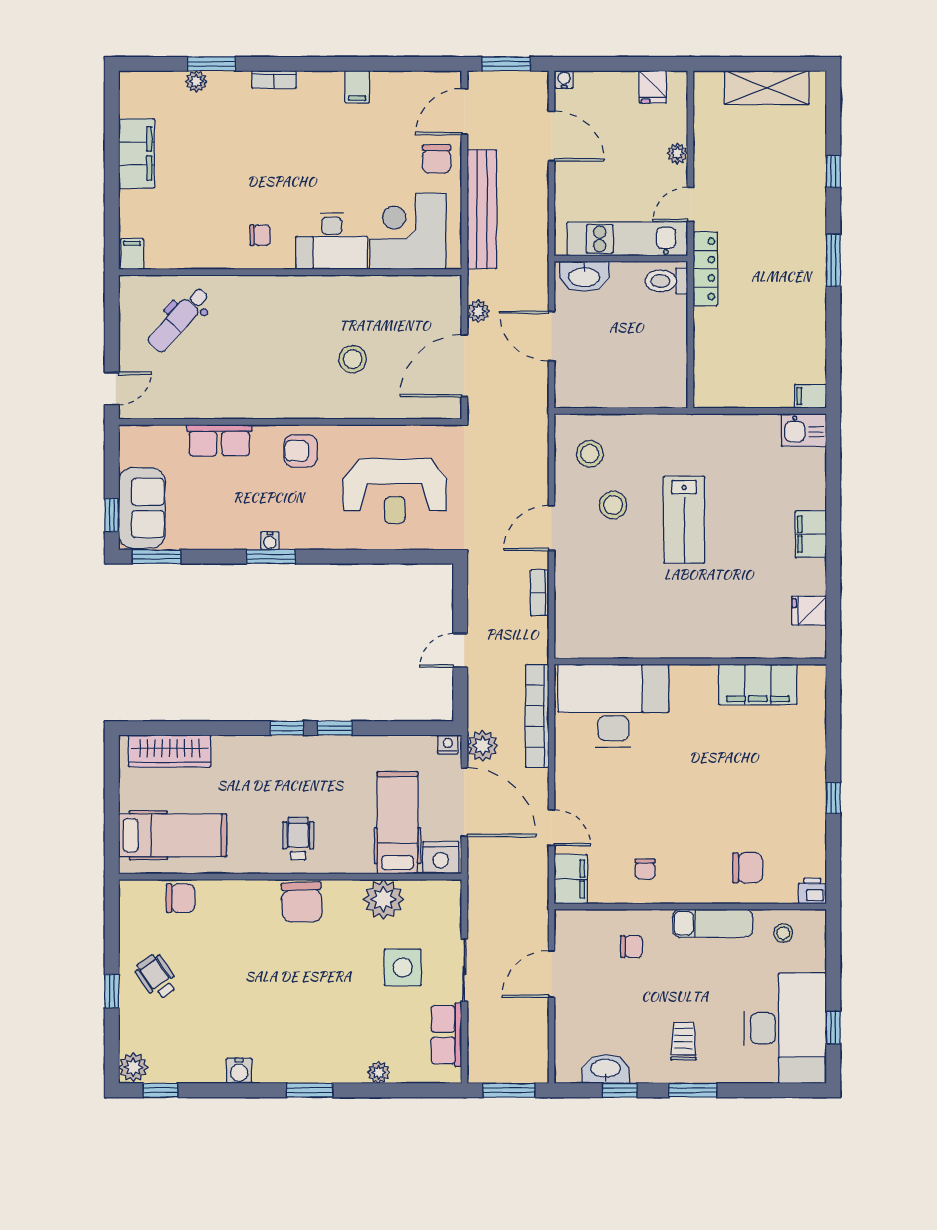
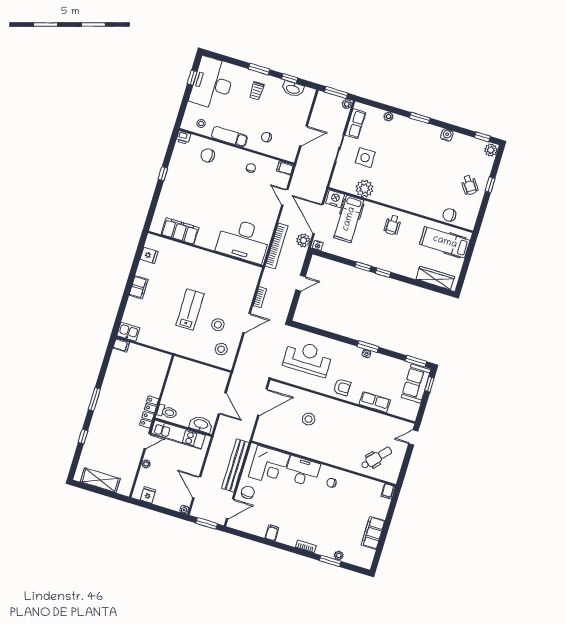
plant: (478, 311) -> (347, 104), moved
filing cabinet: (571, 879) -> (285, 168), width x0.50
chair: (302, 902) -> (399, 198), removed

